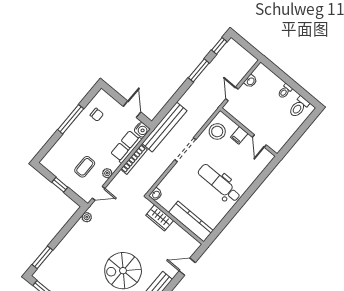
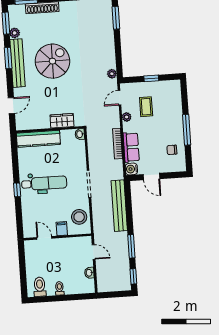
bench: (164, 127) -> (119, 206), moved
window: (245, 198) -> (17, 190), added

